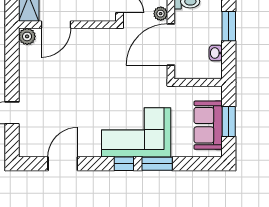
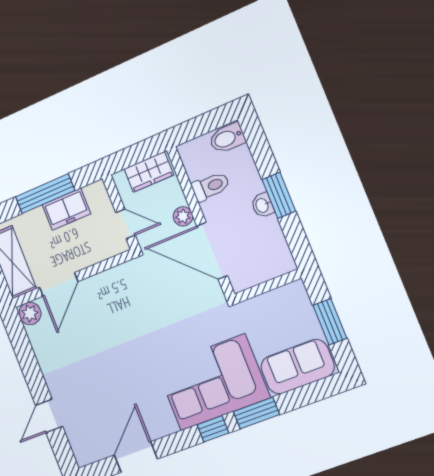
door: (171, 44) -> (212, 251), hinge flipped
washbasin: (216, 53) -> (262, 205), moved
sofa: (208, 125) -> (297, 367), moved, turned 90

